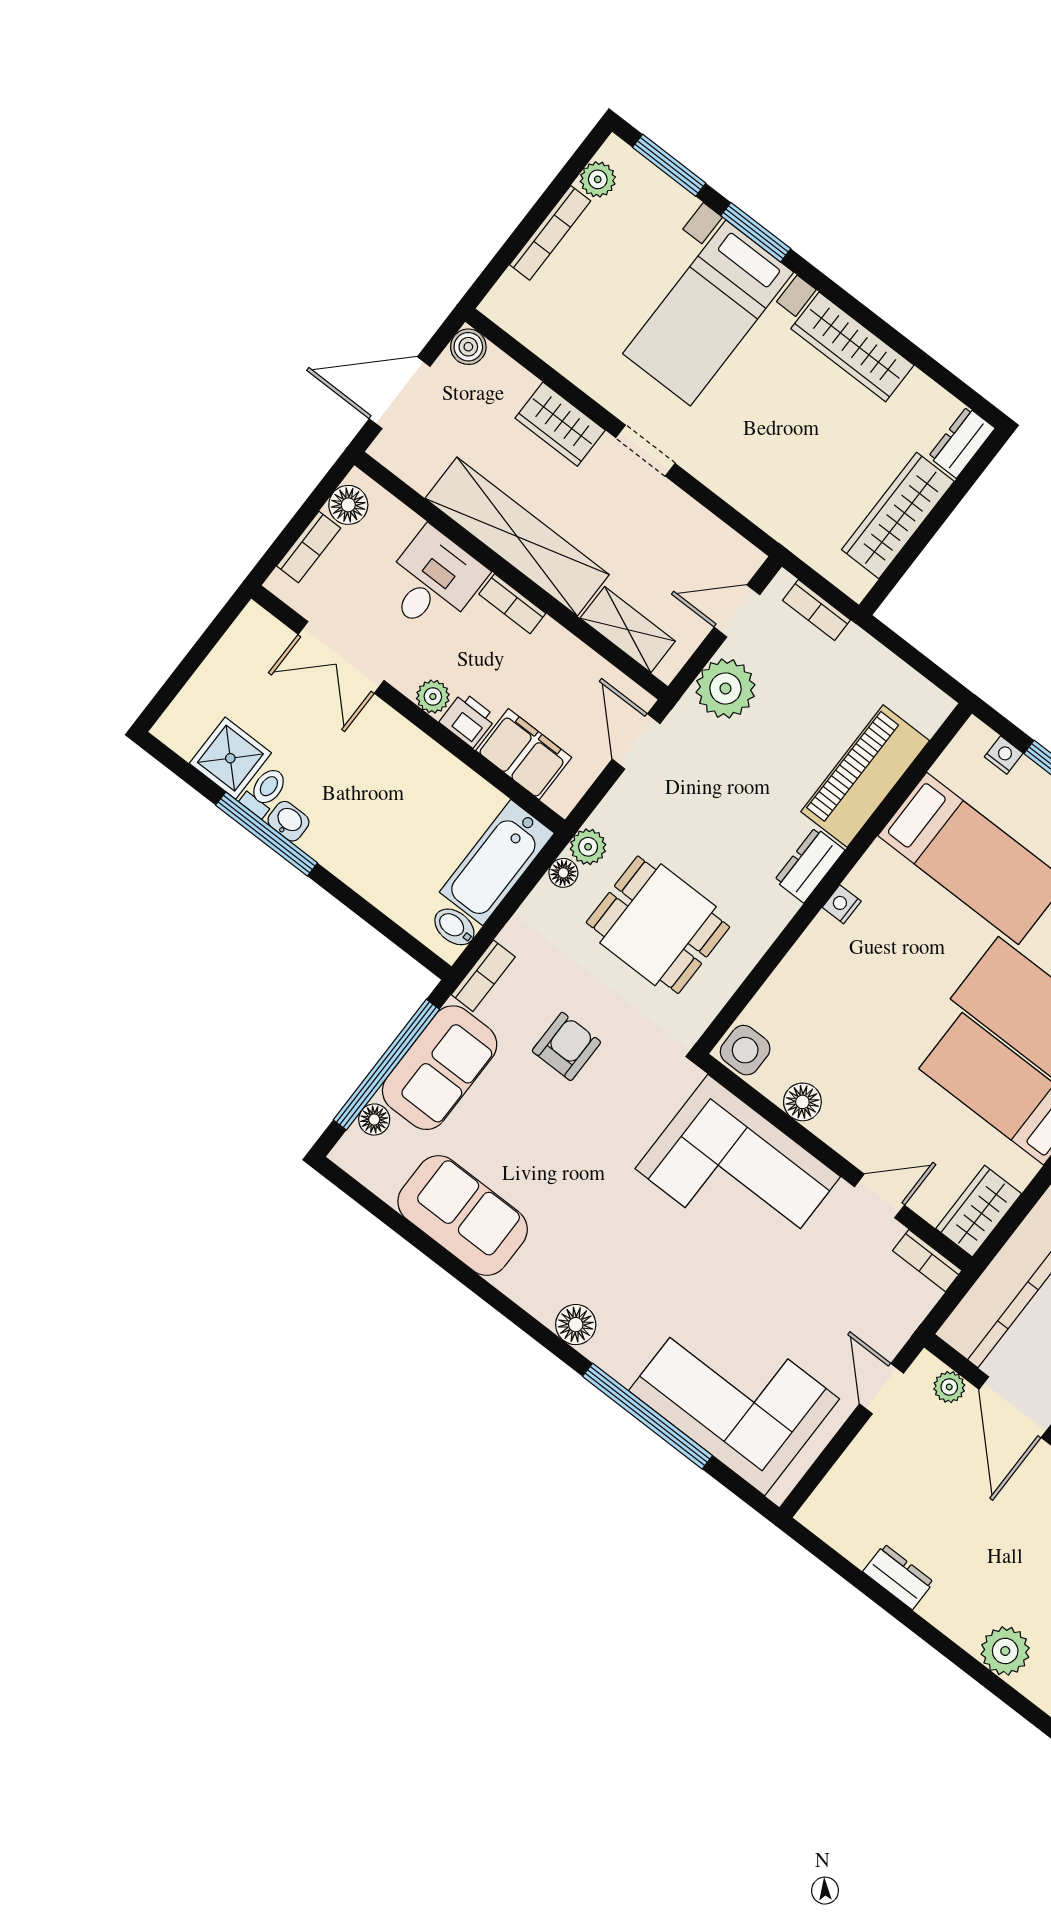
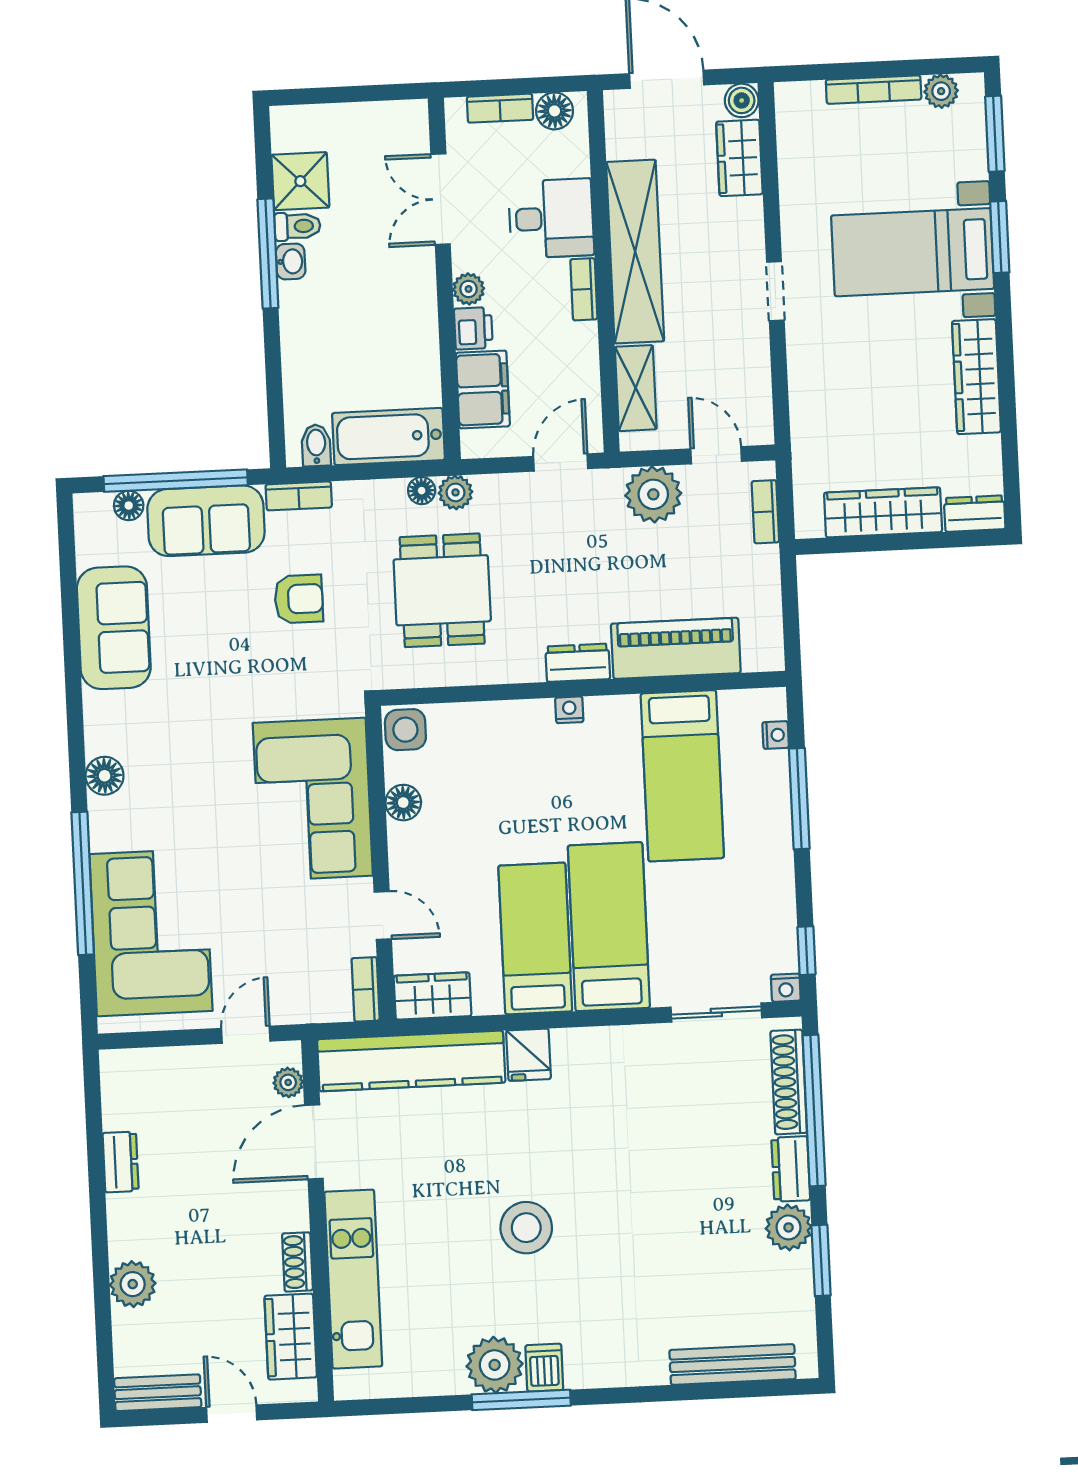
wardrobe: (560, 424) -> (739, 158), moved

